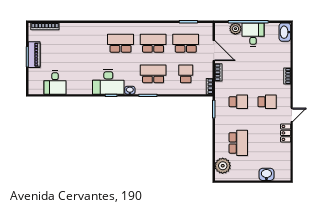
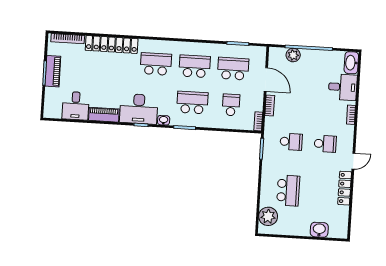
locker: (82, 29) -> (112, 45), added
desk: (253, 35) -> (343, 87), moved, turned 90
piano: (79, 89) -> (104, 115), added
locker: (286, 133) -> (345, 188), width x1.53

